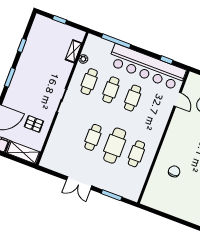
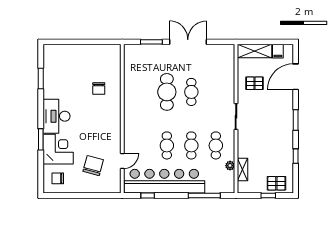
pallet: (48, 28) -> (276, 183), added
door: (178, 99) -> (122, 161), swing flipped
cafe table: (136, 154) -> (142, 92), removed
double door: (79, 183) -> (188, 42), width x1.37

